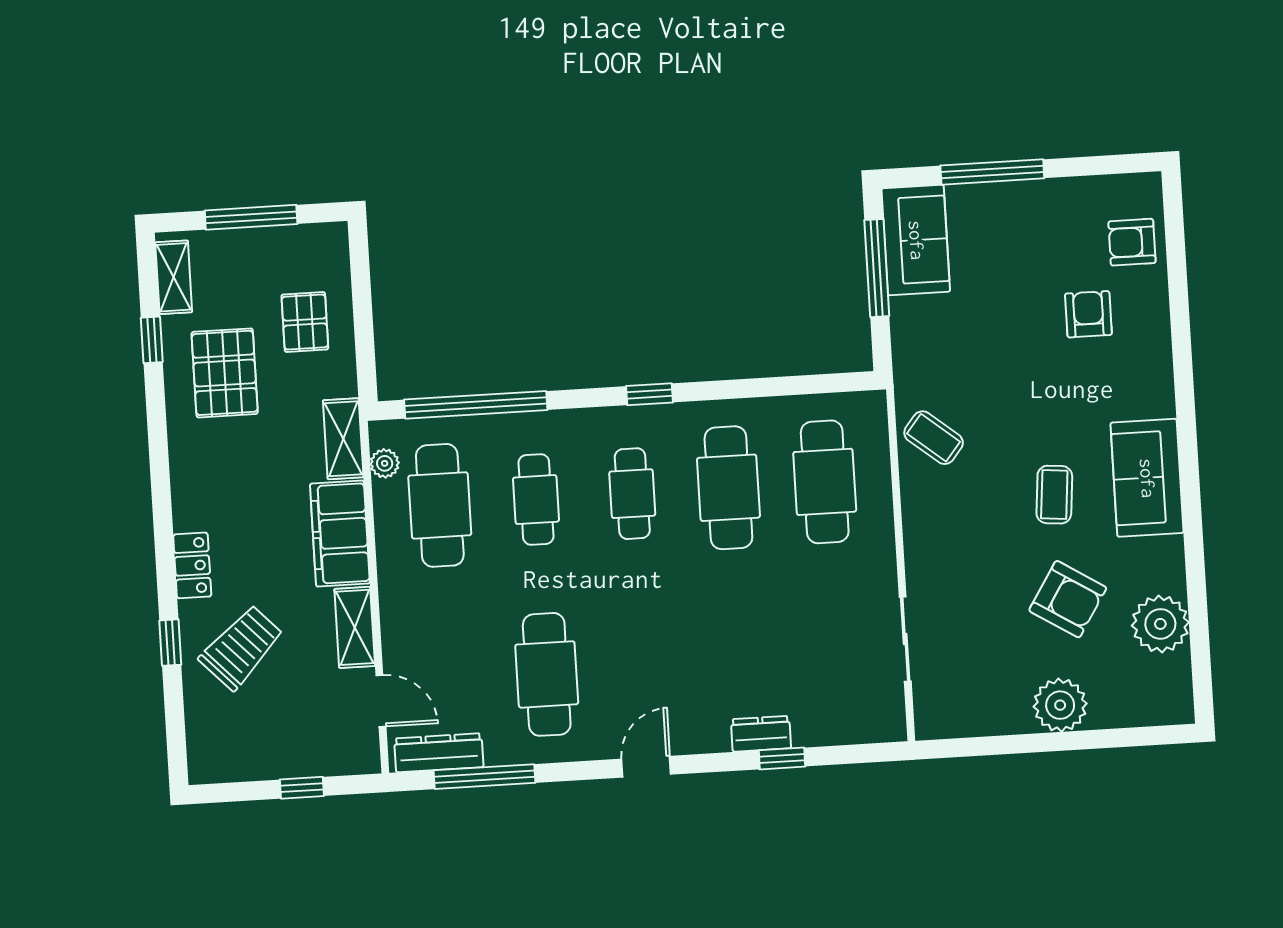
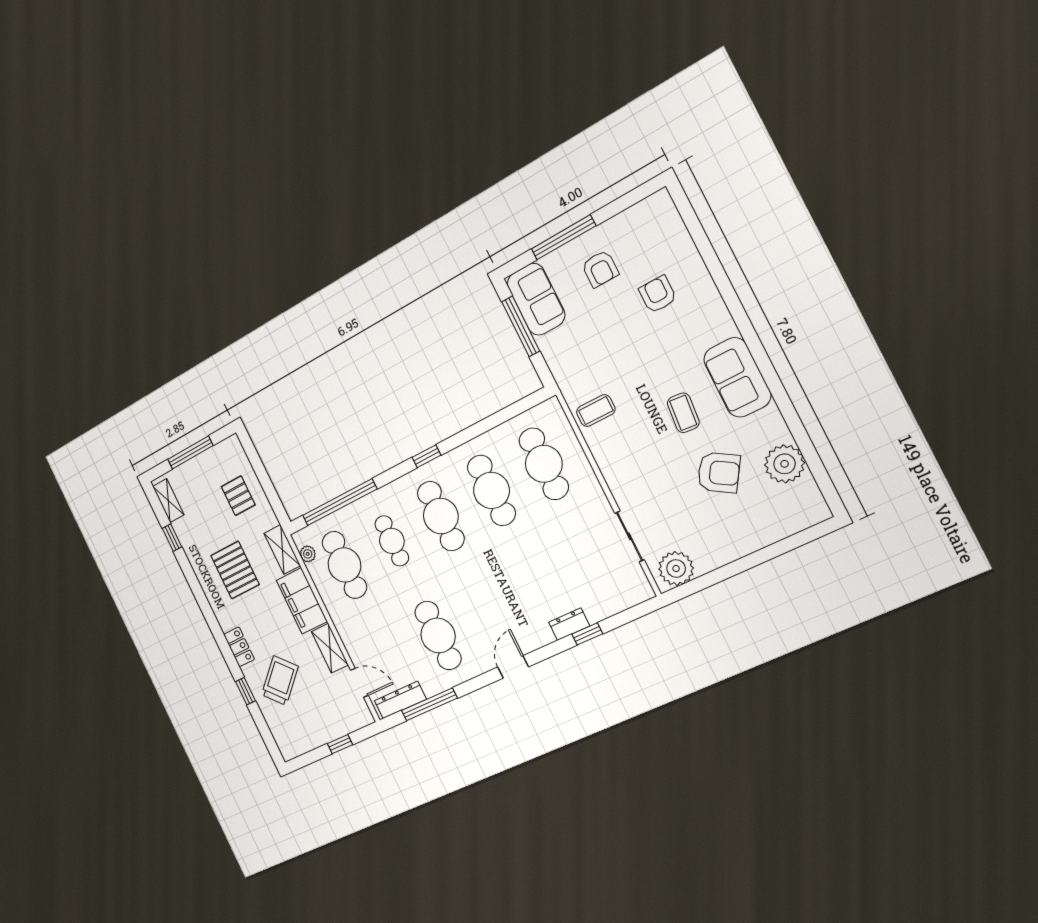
armchair: (1132, 242) -> (600, 269), moved, turned -90
pallet: (225, 373) -> (235, 570), moved
coffee table: (934, 438) -> (596, 411), turned -39
cafe table: (632, 494) -> (441, 516), width x1.37, depth x1.35
plant: (1060, 705) -> (676, 569), moved

